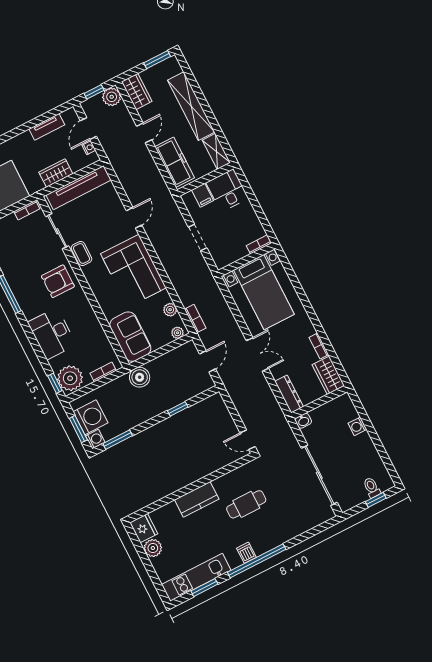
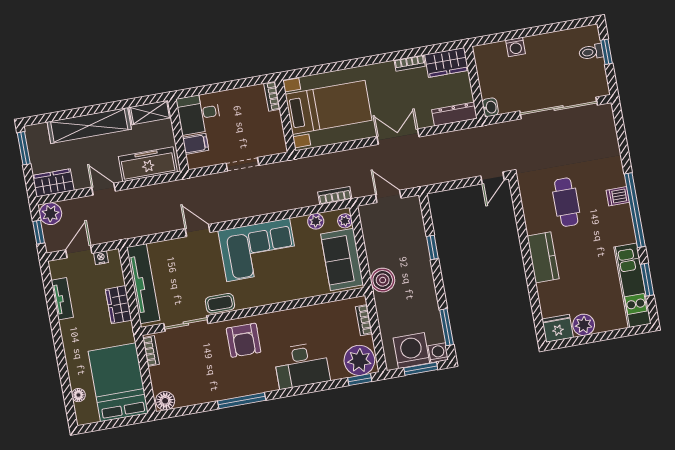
door: (88, 129) -> (79, 252), swing flipped
sofa: (130, 337) -> (342, 259), moved, turned -90
dishwasher: (246, 553) -> (618, 196), moved

